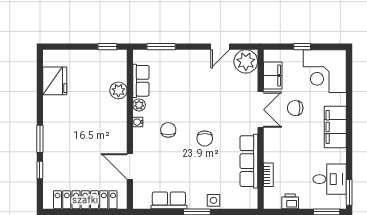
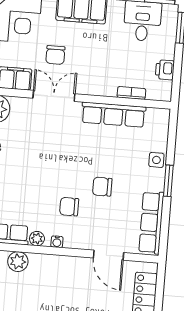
chair: (205, 139) -> (102, 187), moved, turned 180
door: (130, 166) -> (108, 255), hinge flipped
row of seats: (169, 200) -> (151, 223), width x1.48

